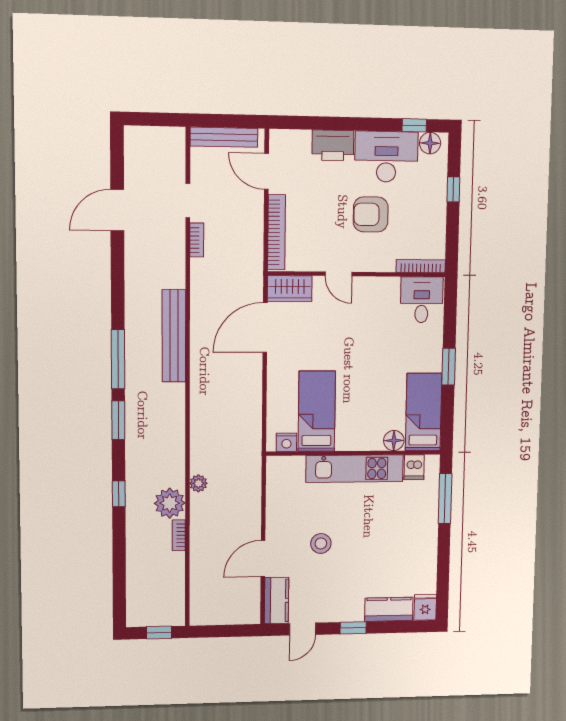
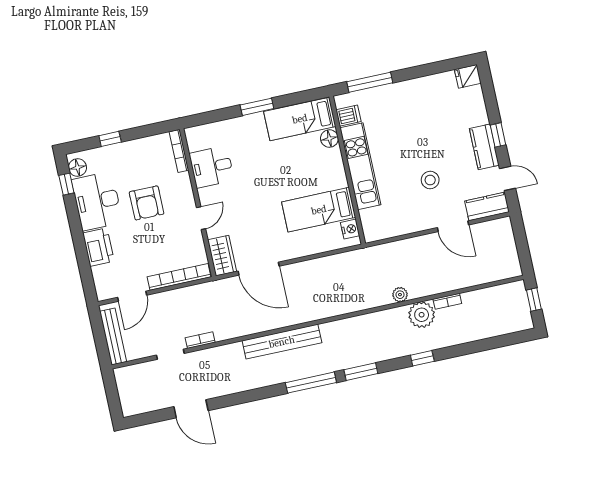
desk: (422, 300) -> (212, 167), moved
kitchen counter: (389, 609) -> (484, 147), moved

